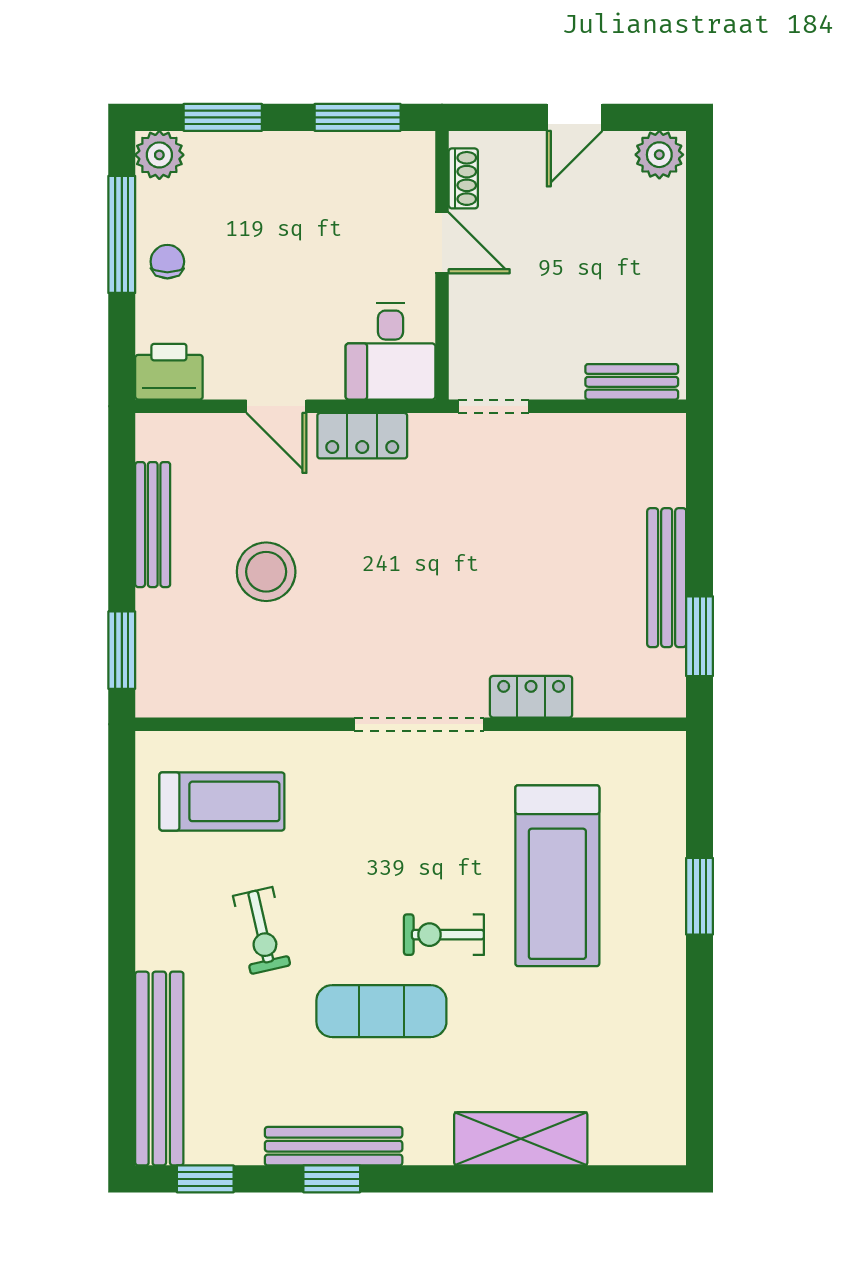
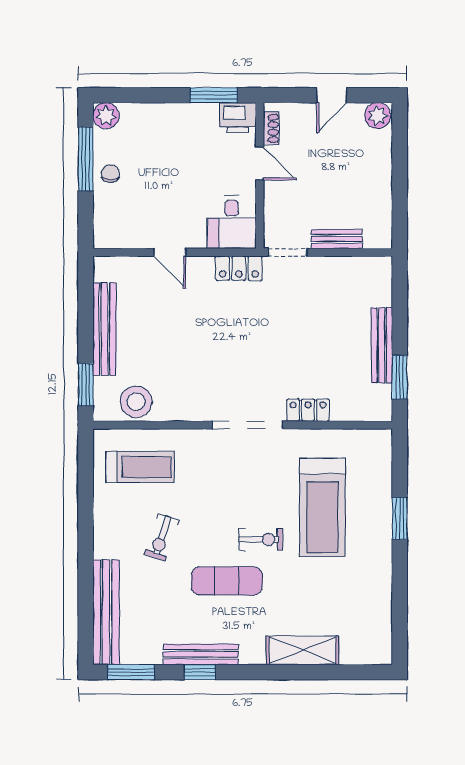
window: (223, 117) -> (140, 95), removed
printer: (169, 372) -> (238, 118), moved, turned 180
bench: (632, 382) -> (337, 239), moved
locker: (362, 436) -> (239, 268), moved
bench: (153, 525) -> (104, 329), width x1.37, depth x1.21
stool: (266, 572) -> (136, 402), moved
exercise bike: (262, 931) -> (162, 537), turned 32
exercise bike: (444, 935) -> (261, 539), turned 180
window: (205, 1179) -> (131, 672), width x1.50

